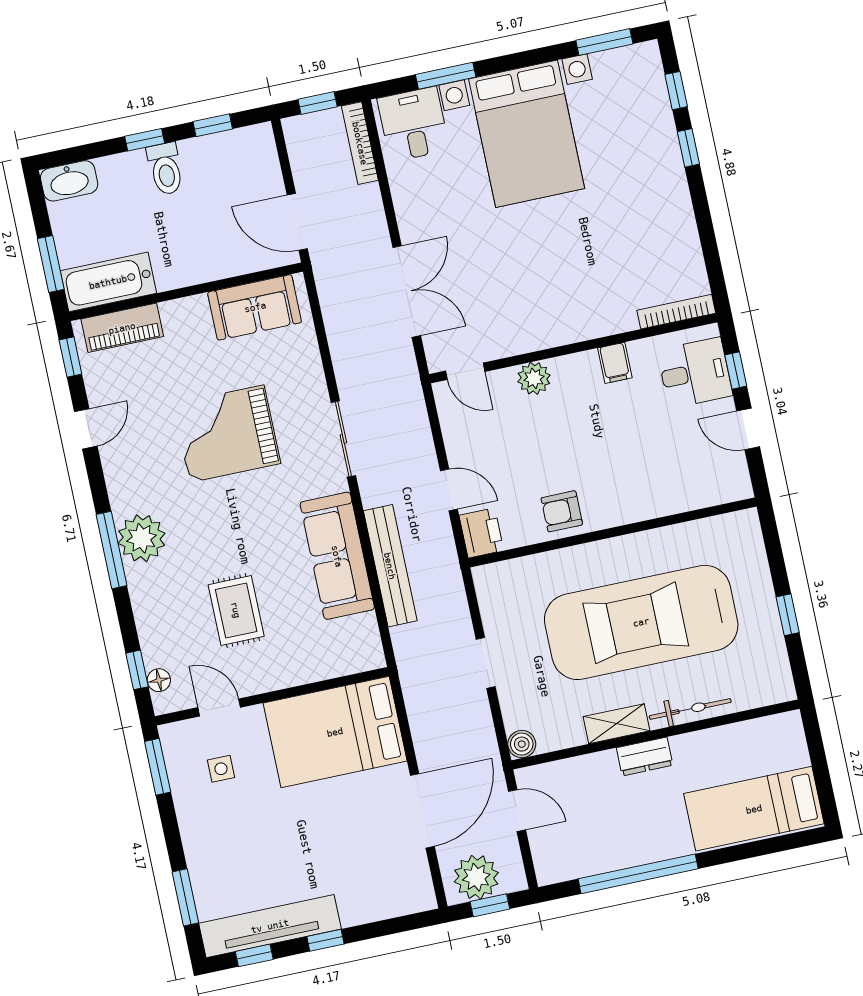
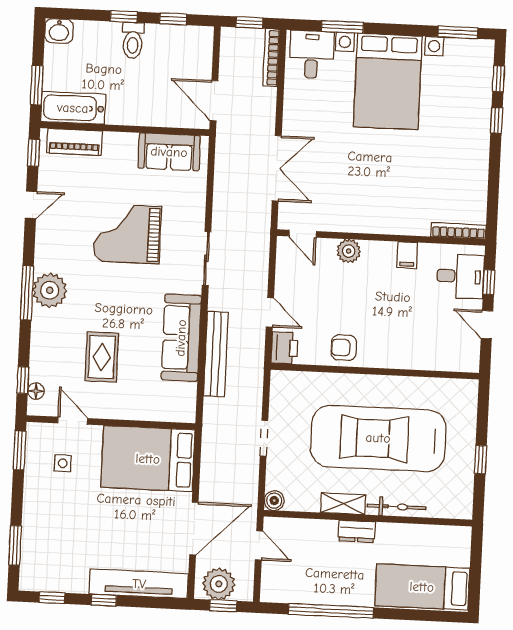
washbasin: (69, 181) -> (59, 31), width x0.72
tv unit: (270, 926) -> (139, 584), moved

